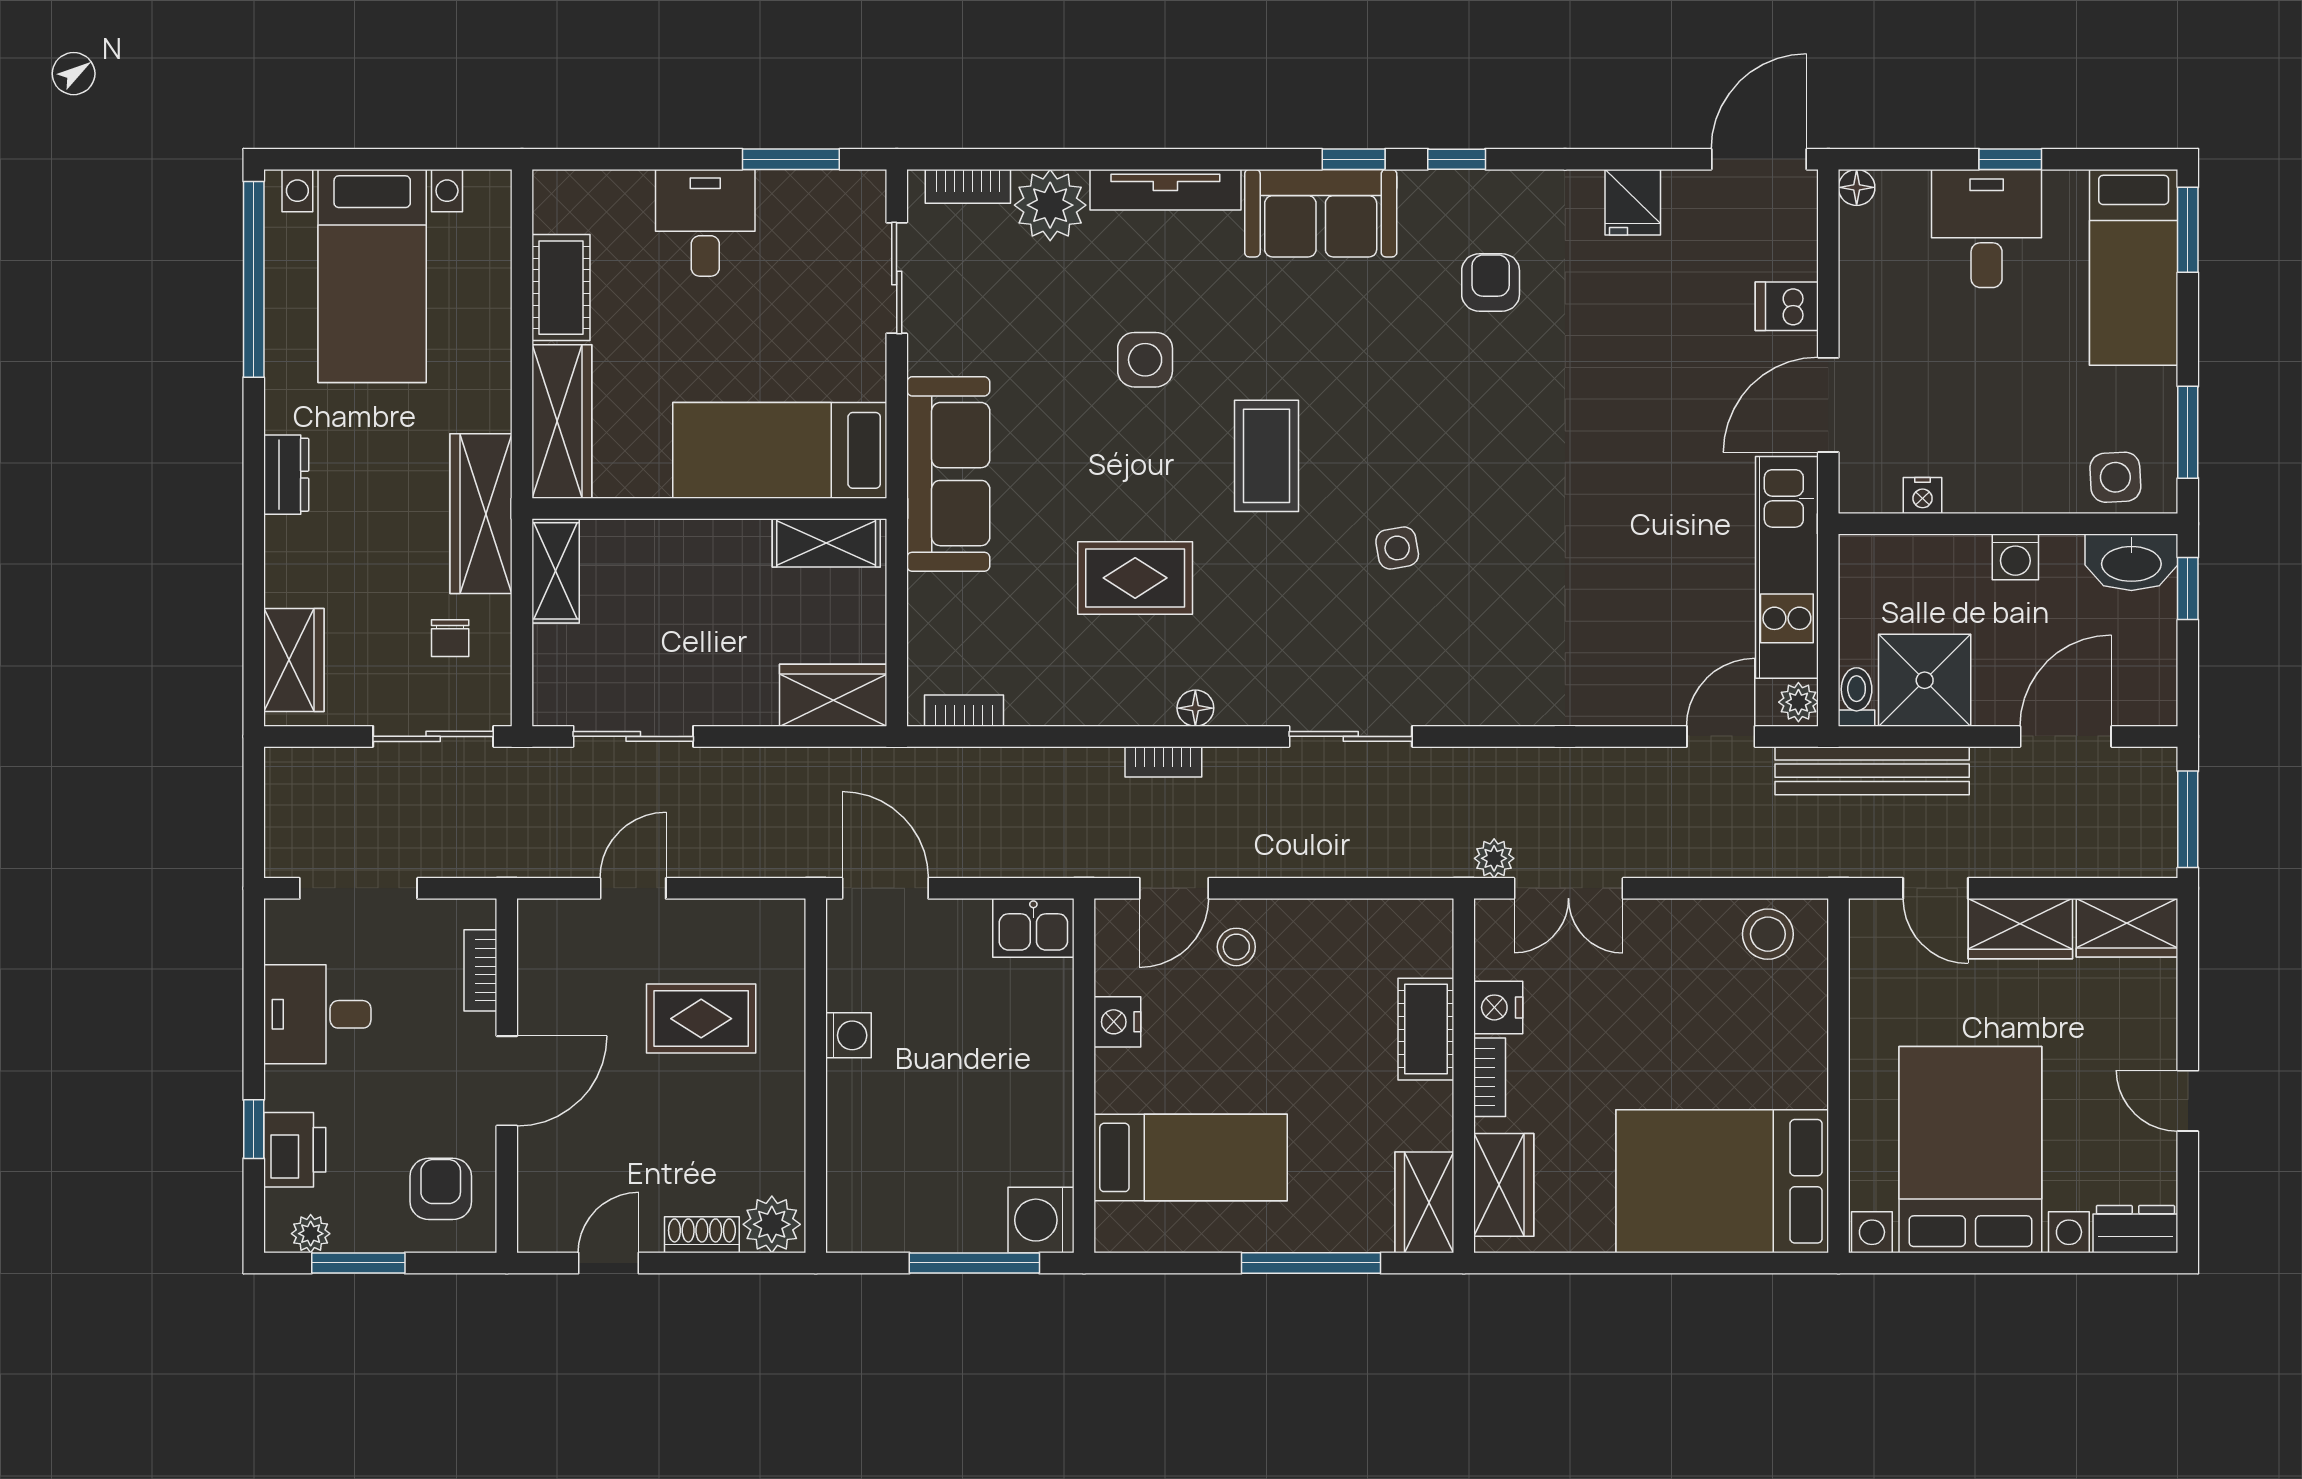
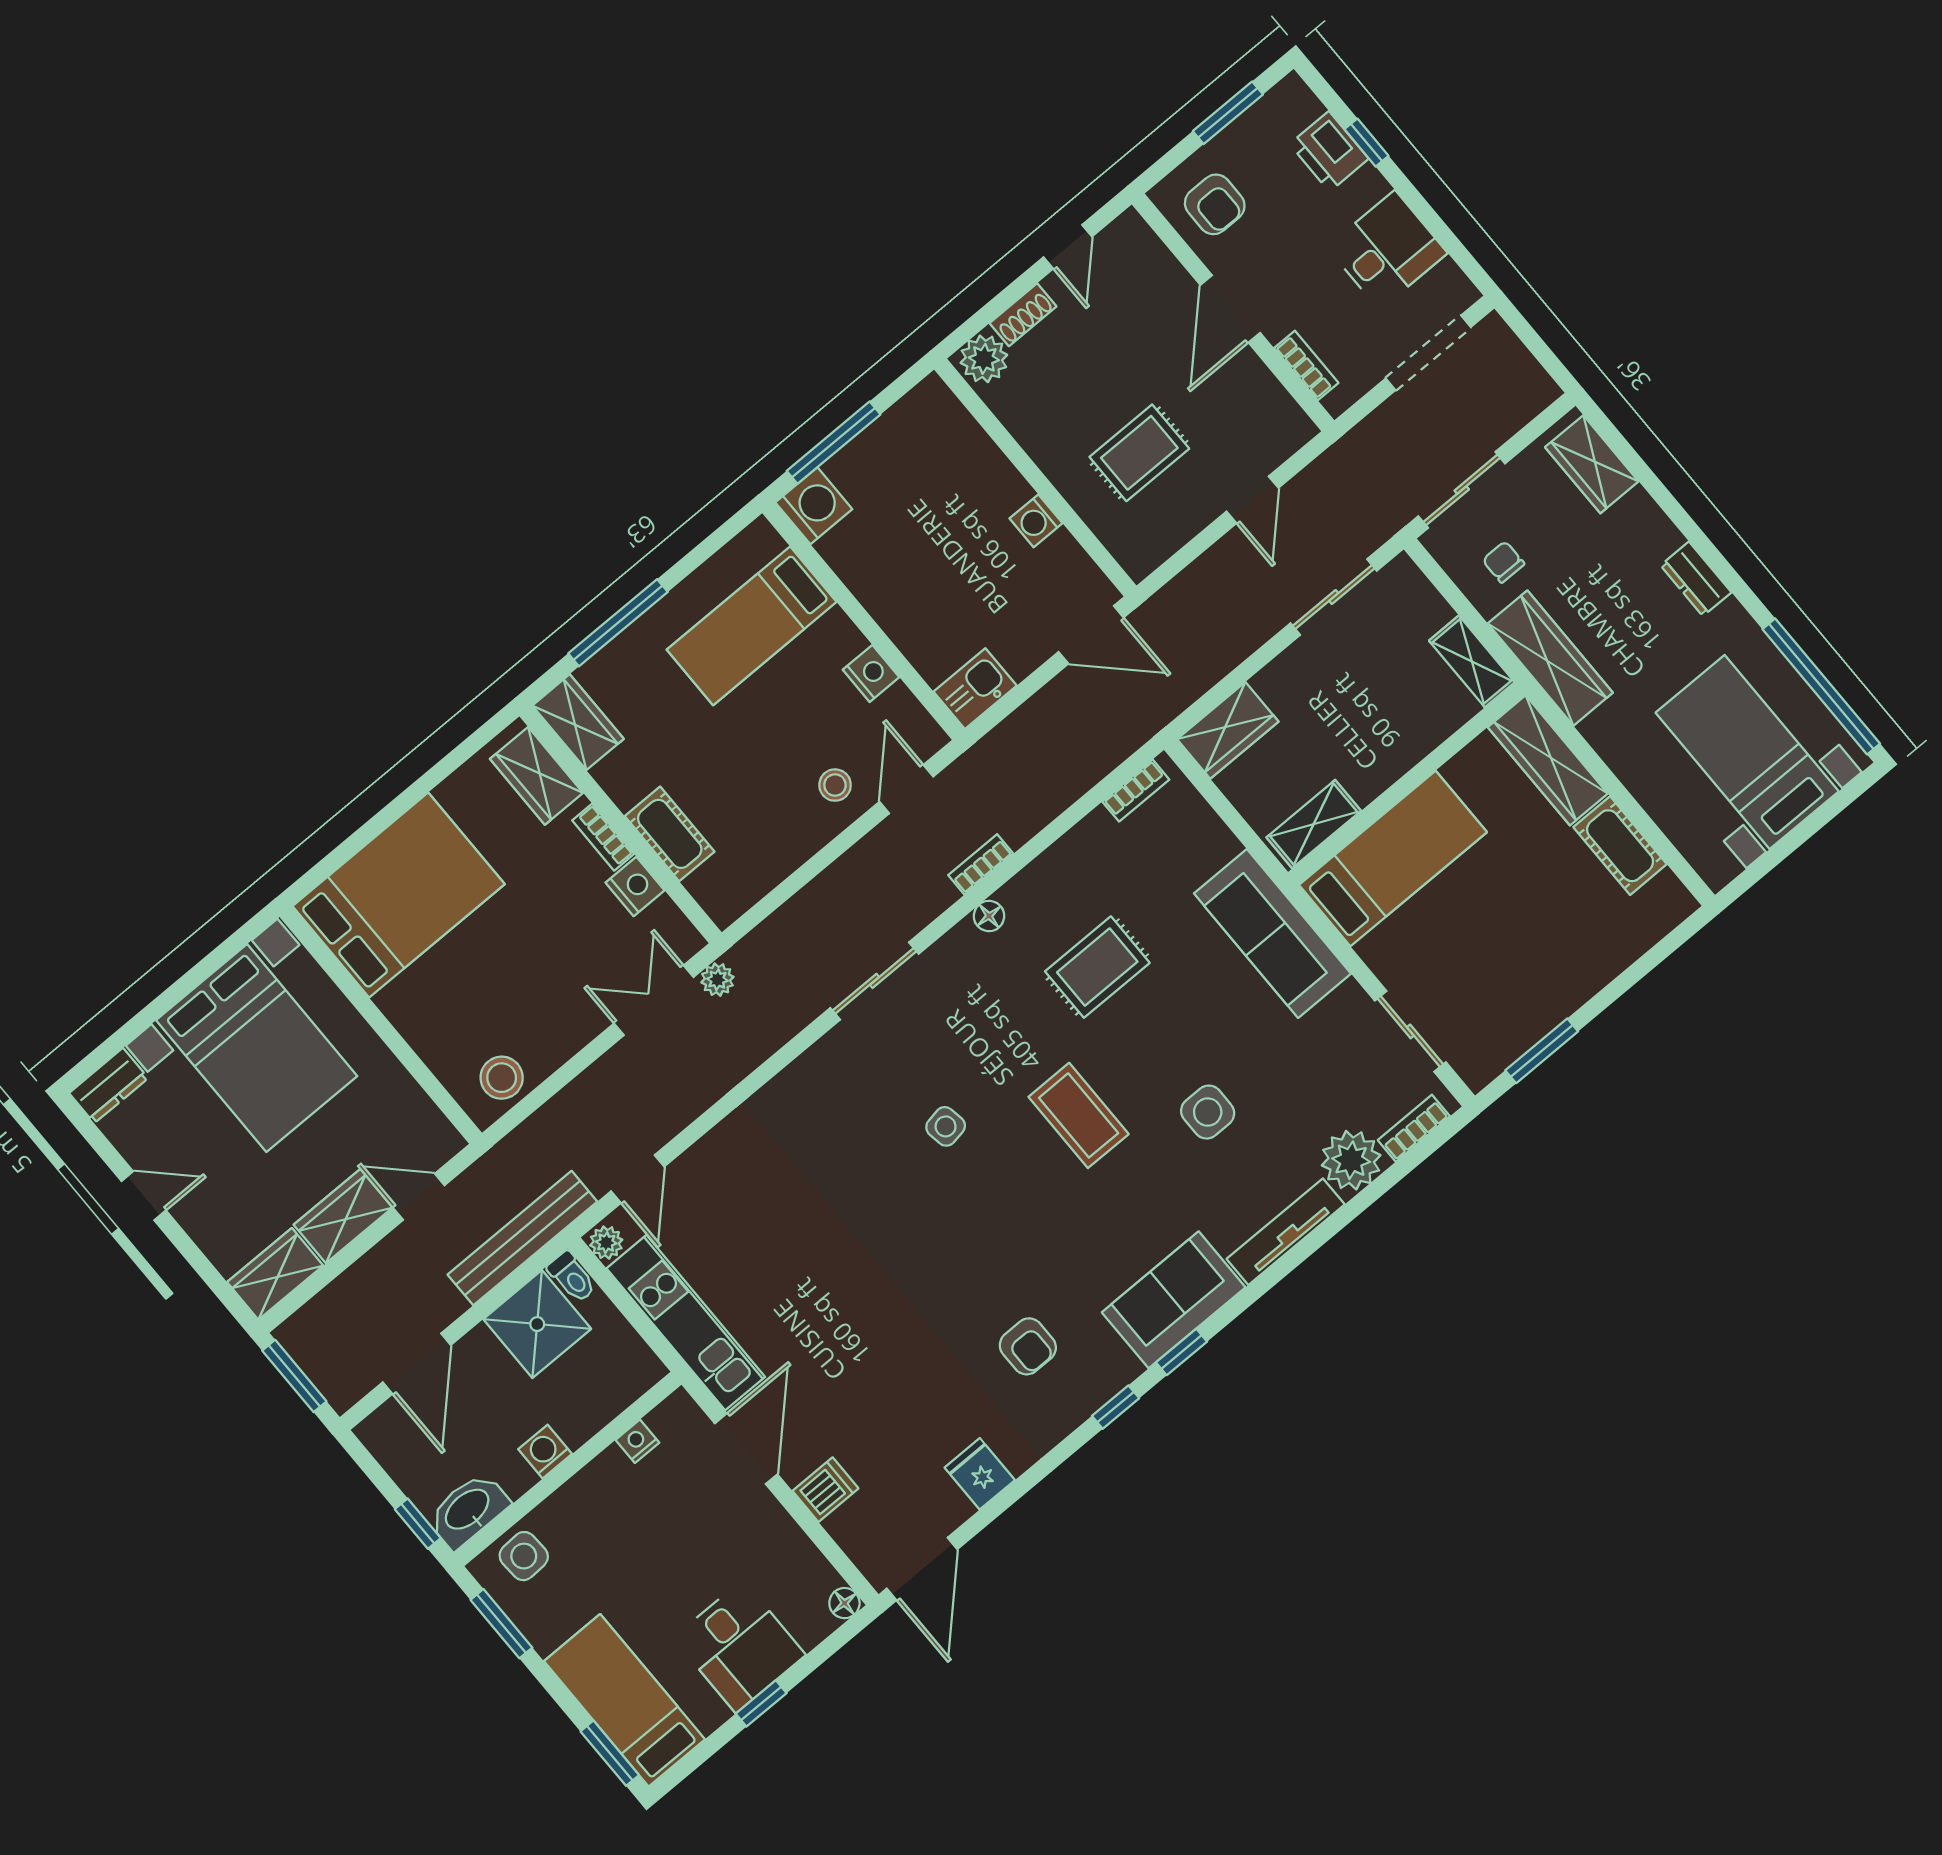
desk: (705, 223) -> (1562, 964), removed
plant: (311, 1234) -> (1274, 106), removed

